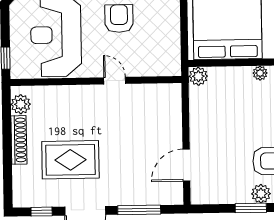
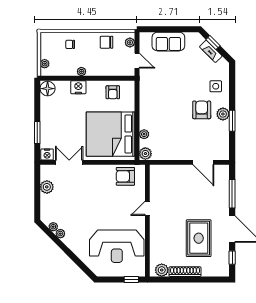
armchair: (119, 19) -> (125, 176), moved
plant: (260, 73) -> (144, 134), moved

